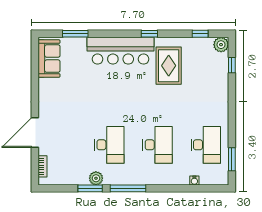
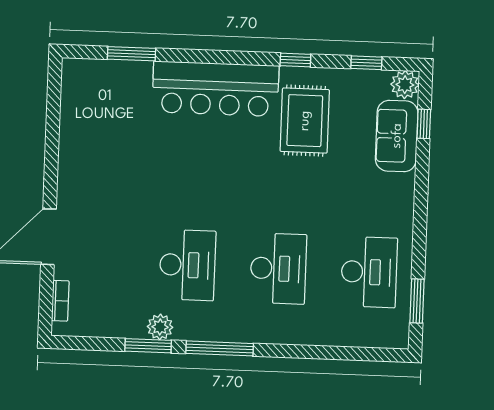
window: (149, 34) -> (295, 60), moved
sofa: (49, 59) -> (397, 136), moved, turned 180
water cooler: (194, 181) -> (345, 338), removed

